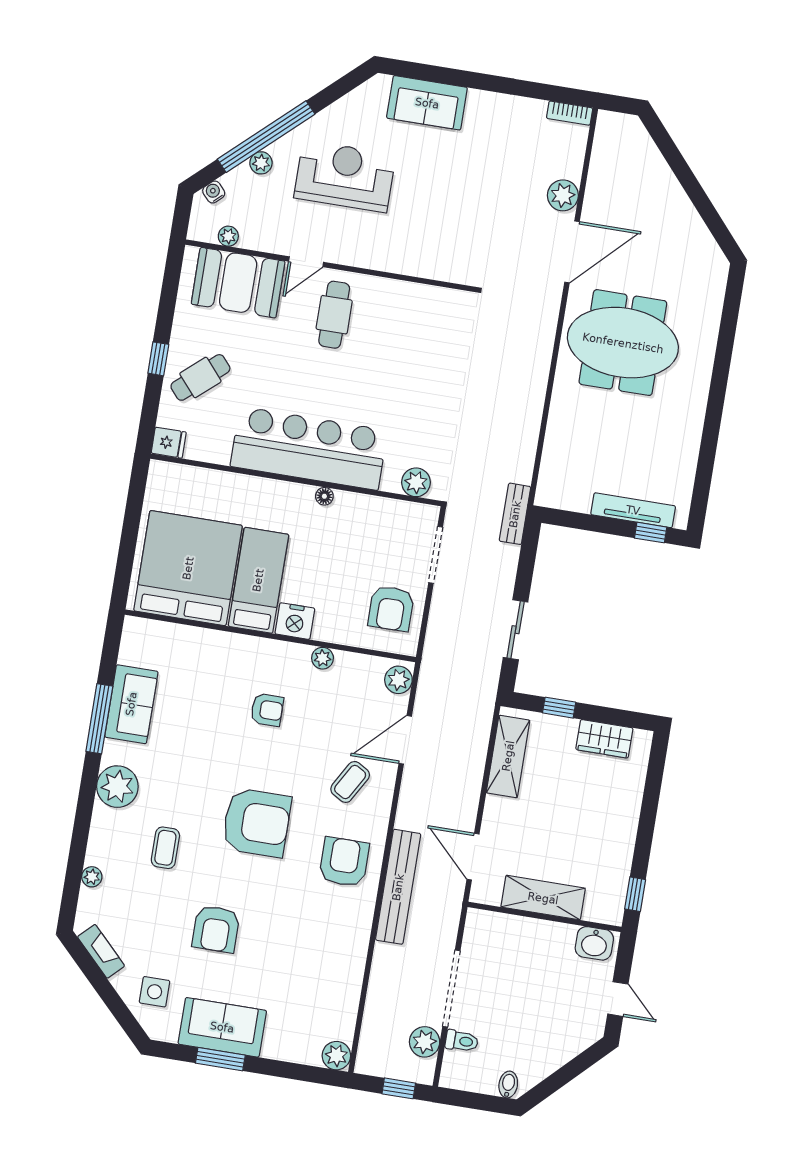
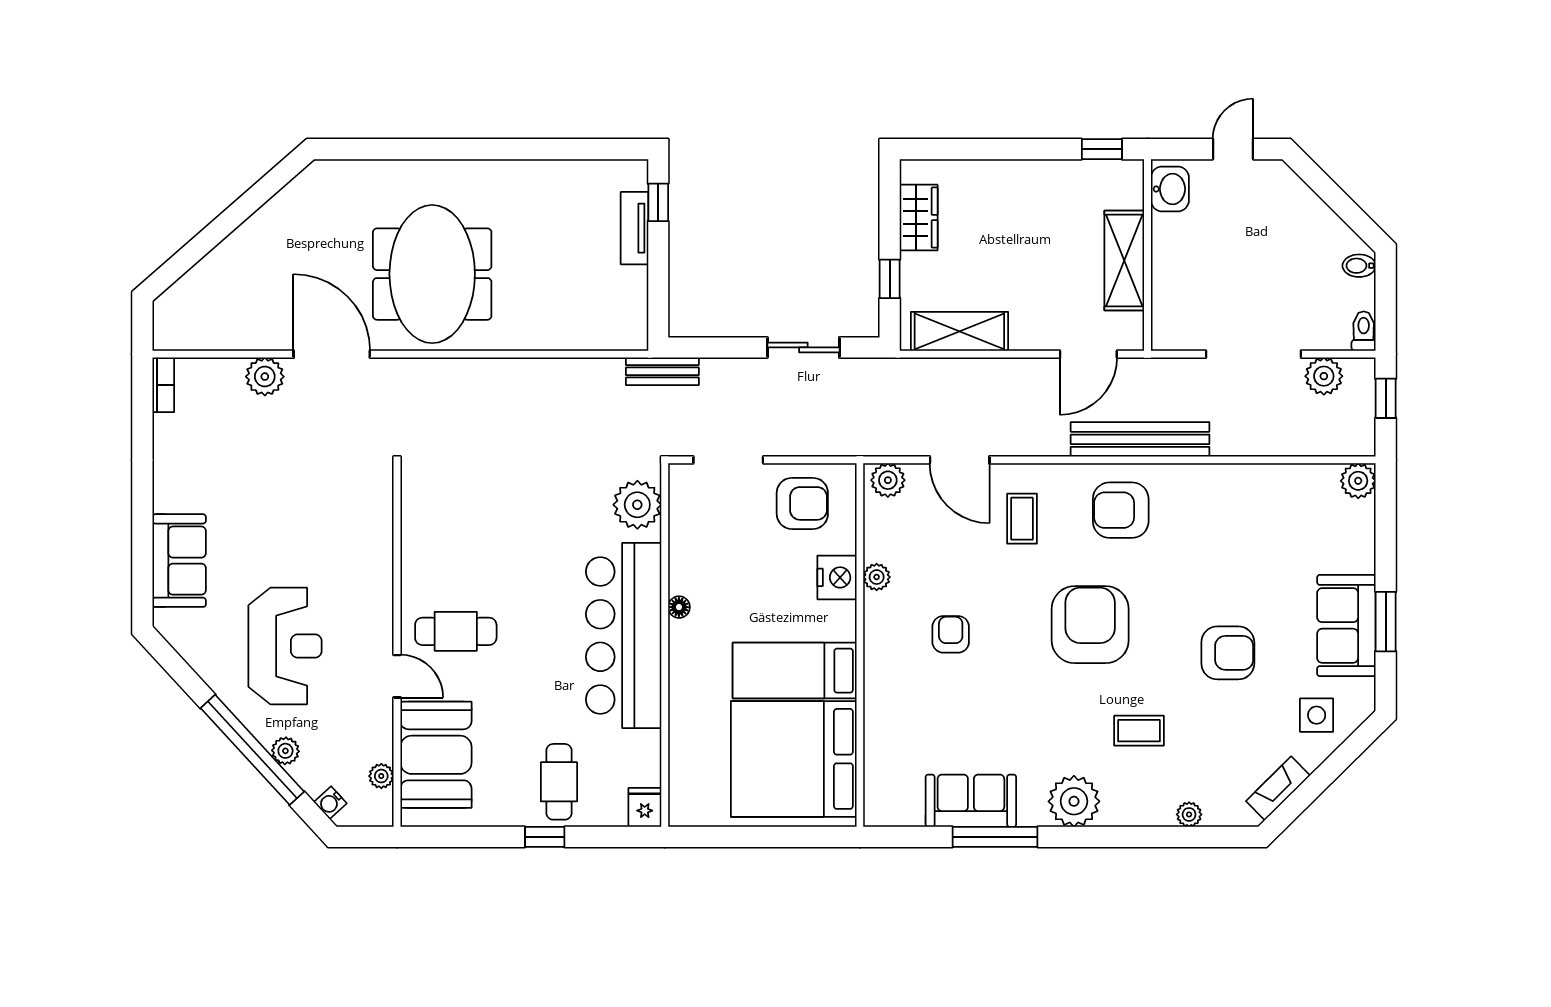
reception desk: (345, 176) -> (285, 646), turned 180
cafe table: (200, 377) -> (559, 782), turned 41
plant: (416, 482) -> (637, 505), width x1.36, depth x1.36
tv unit: (633, 510) -> (634, 228), width x0.71
nightstand: (295, 621) -> (837, 577), moved
coffee table: (350, 782) -> (1022, 519), turned 60
toilet: (462, 1041) -> (1364, 331), moved

